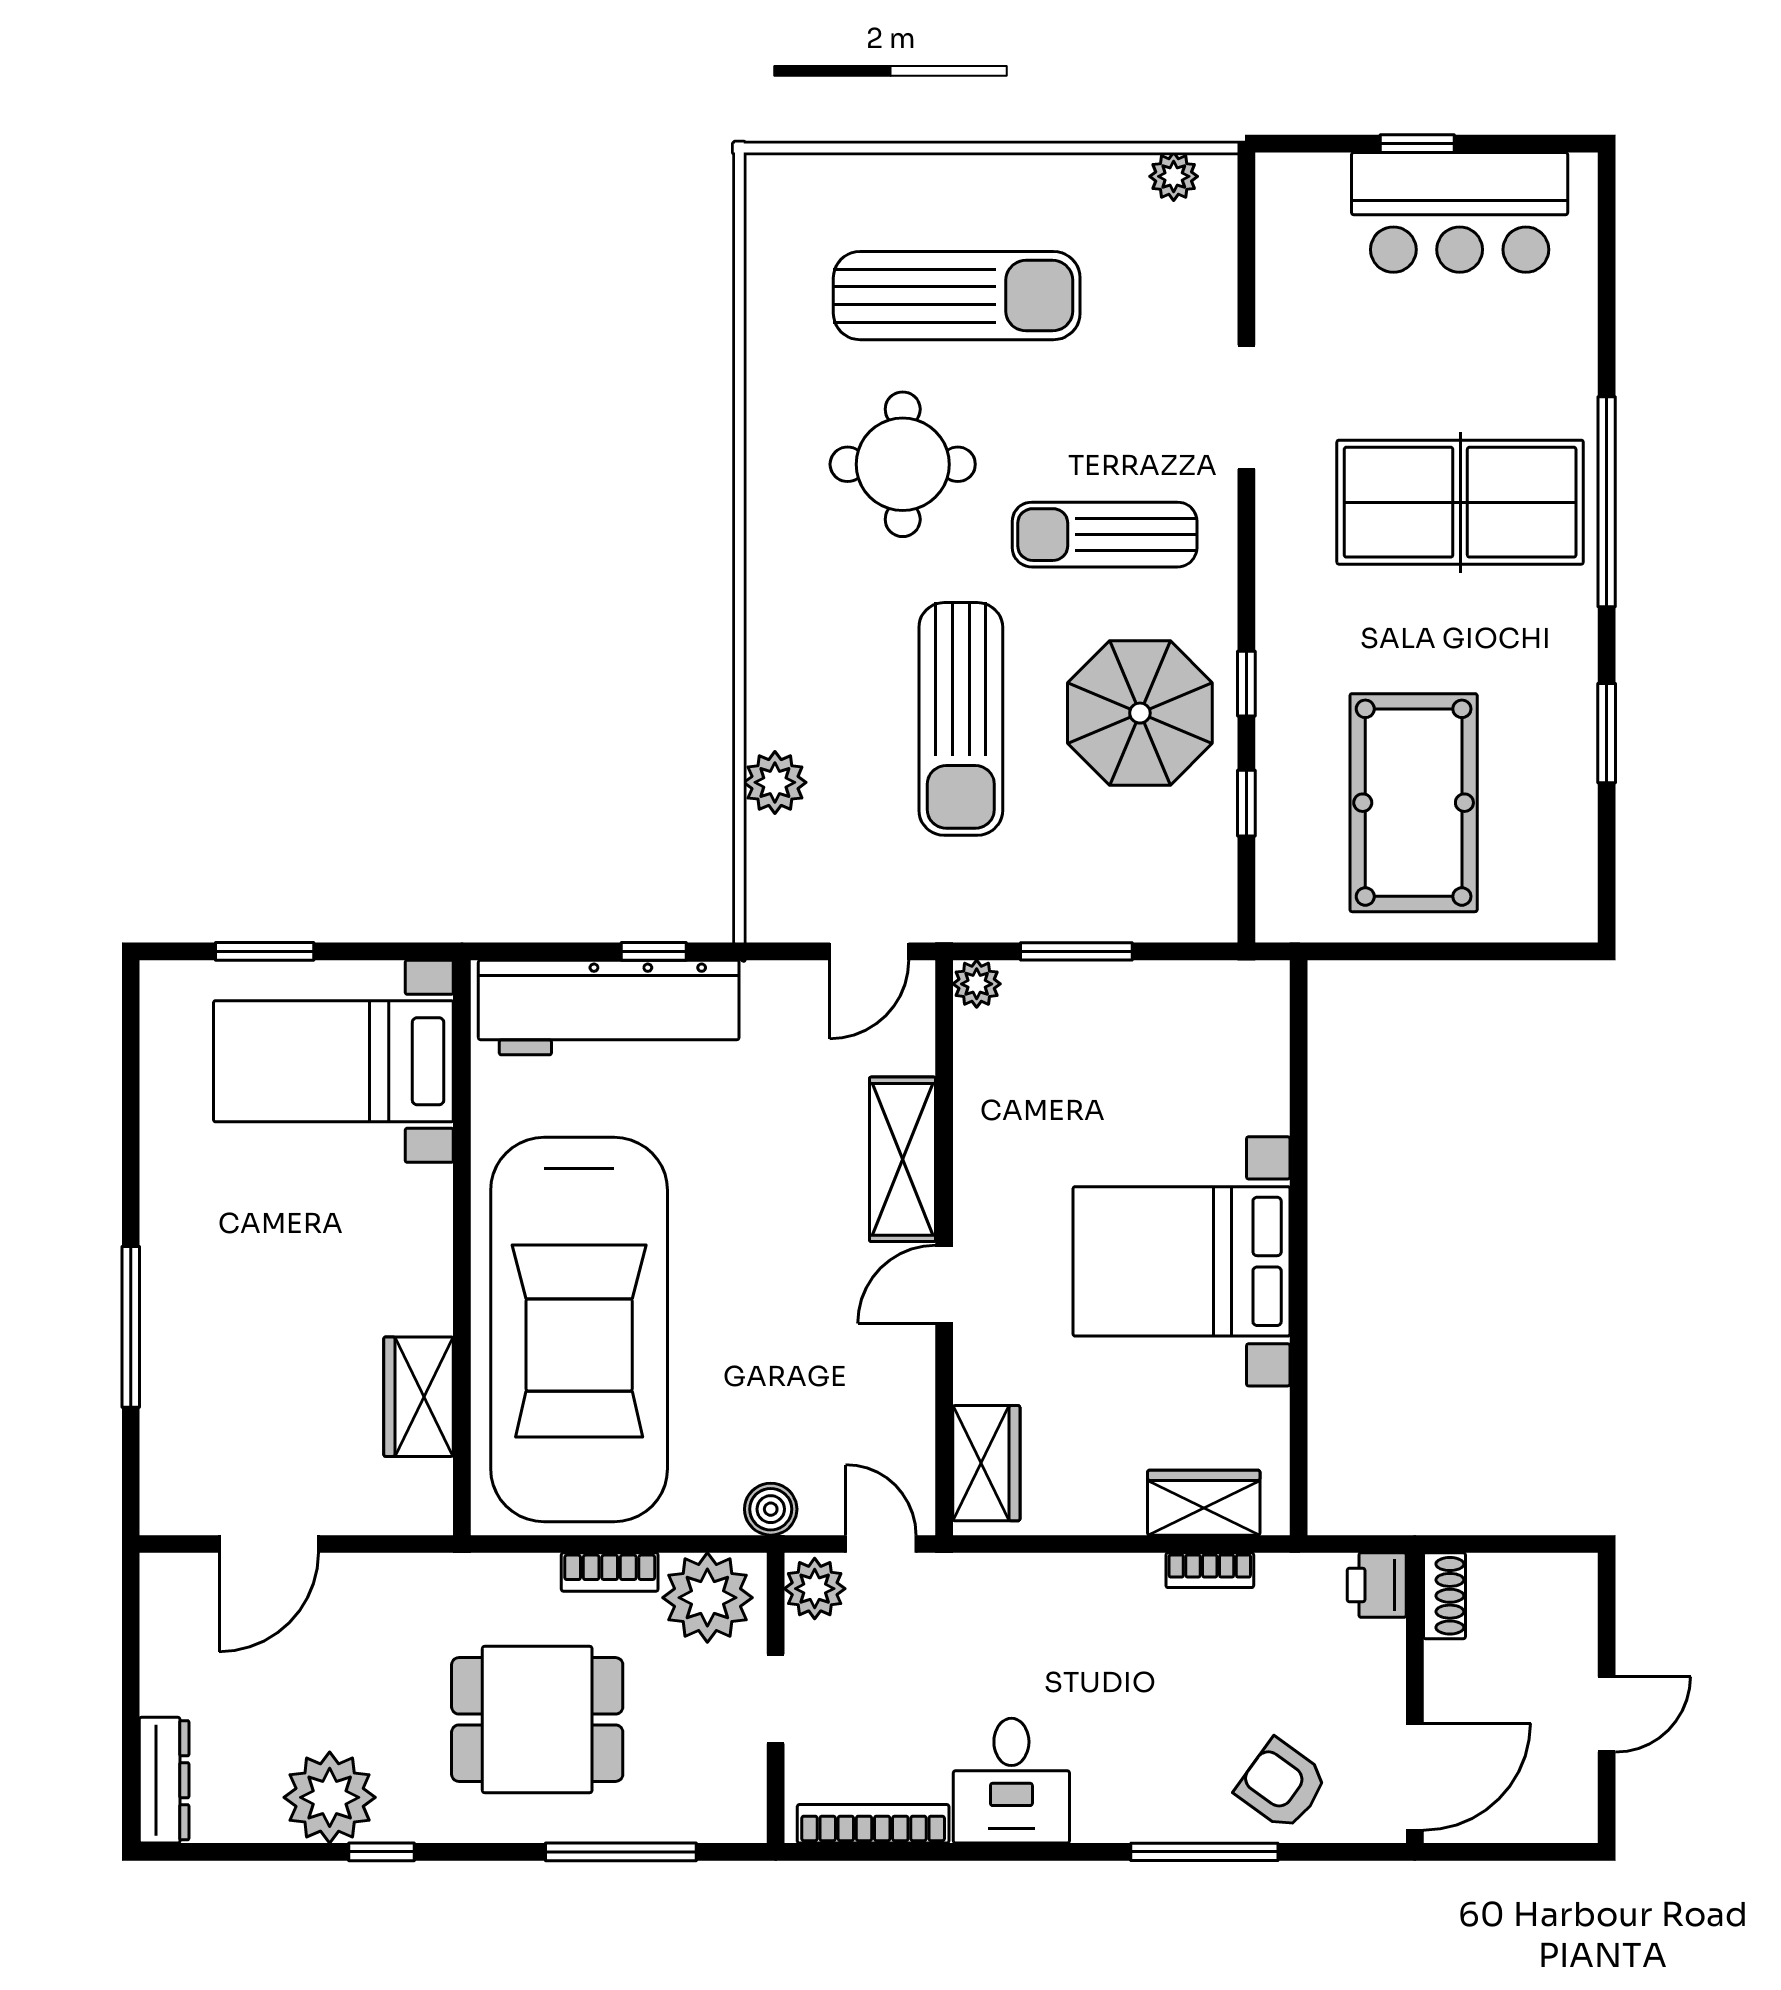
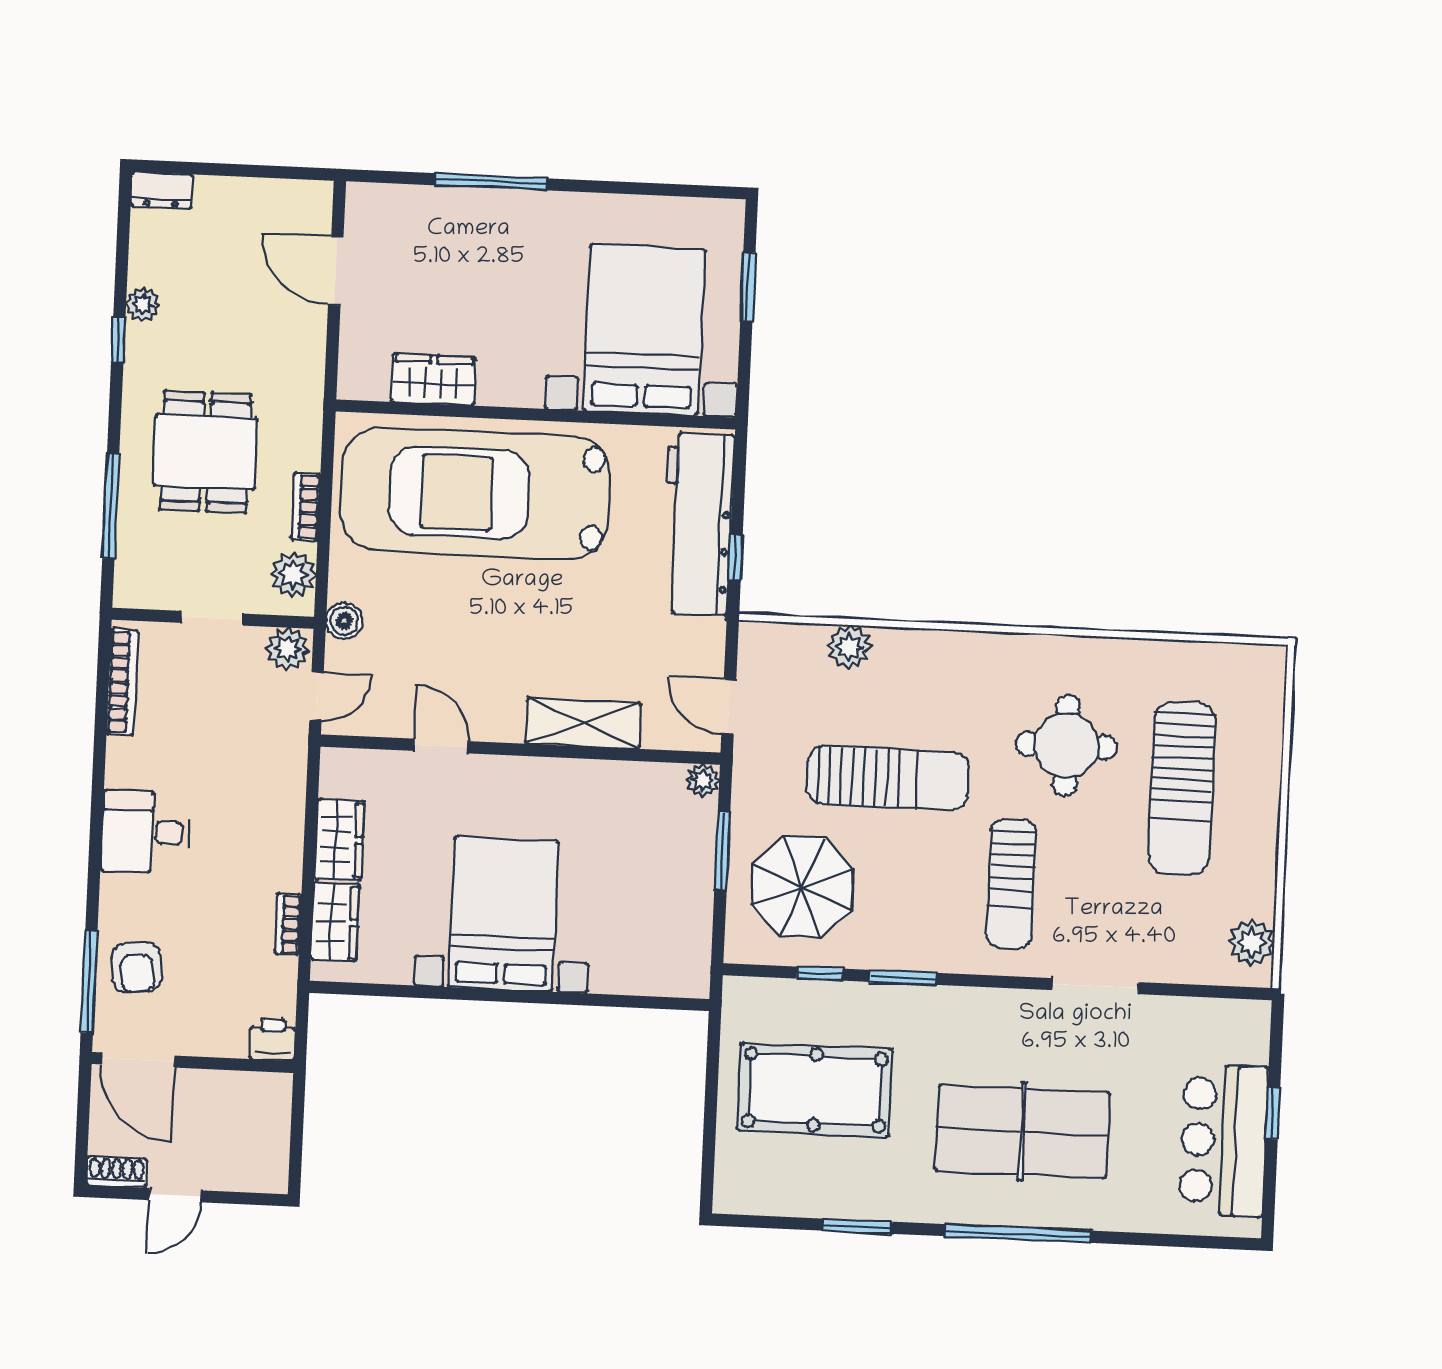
plant: (1174, 176) -> (1251, 943), width x1.38, depth x1.38
table tennis table: (1460, 502) -> (1022, 1132), turned 90
sun lounger: (1105, 535) -> (1011, 884), turned 180
window: (1246, 684) -> (903, 977), width x1.50
parasol: (1140, 713) -> (802, 887), moved
sun lounger: (961, 719) -> (887, 778), turned 180
bed with nightstands: (333, 1061) -> (644, 330), width x1.36
door: (944, 1284) -> (441, 746), moved
wardrobe: (986, 1463) -> (339, 840), moved, turned -90
shoe rack: (1444, 1596) -> (117, 1172), moved, turned 180
plant: (707, 1598) -> (293, 574), width x0.73, depth x0.73
door: (1607, 1714) -> (175, 1195), hinge flipped
dresser: (164, 1780) -> (162, 190), width x0.70
desk: (1011, 1781) -> (146, 832), moved
armchair: (1282, 1785) -> (137, 967), turned 137
plant: (330, 1797) -> (143, 304), width x0.53, depth x0.53
window: (1204, 1852) -> (89, 982), moved

